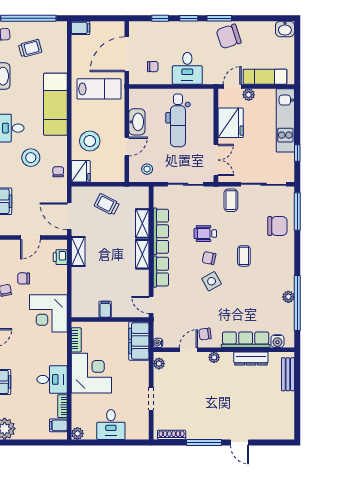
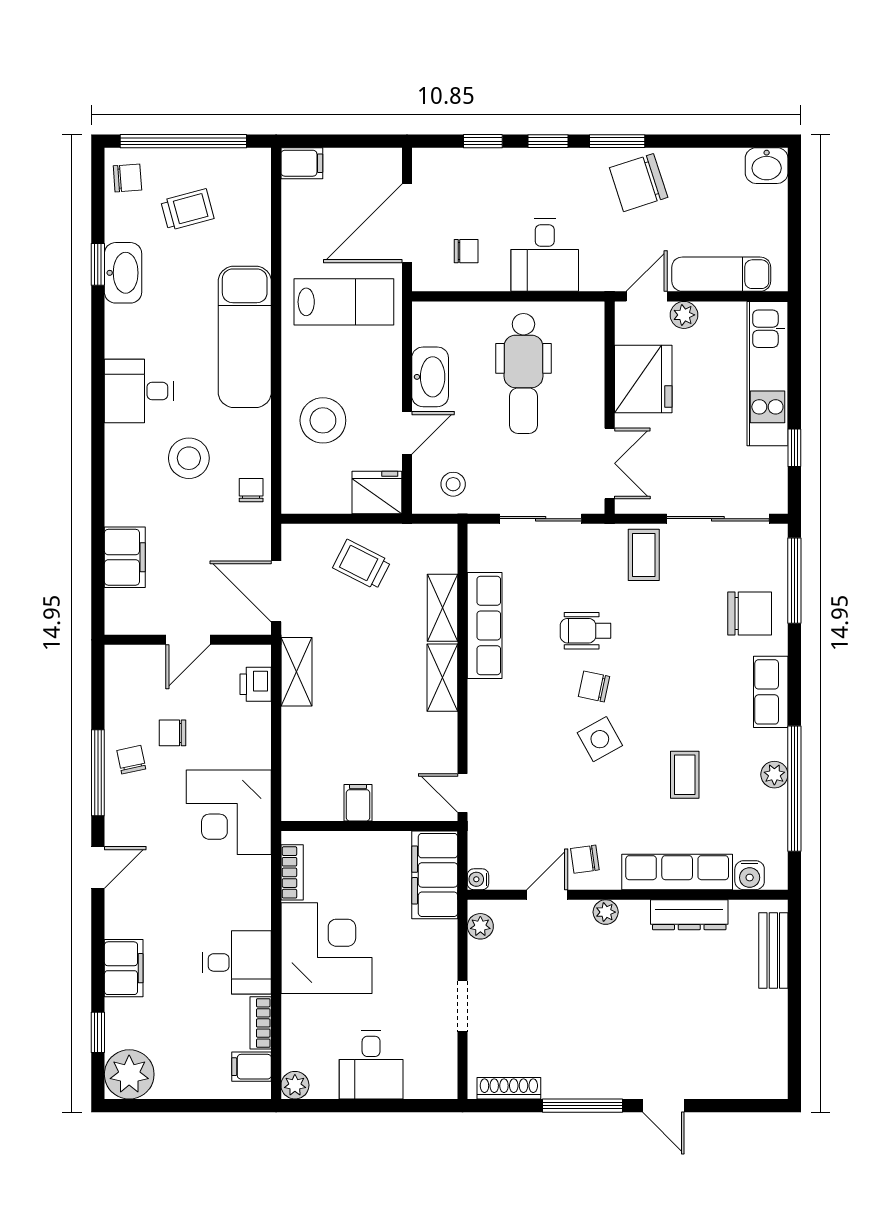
fridge: (81, 171) -> (377, 493), moved, turned -90
coffee table: (244, 256) -> (685, 775), moved
row of seats: (161, 272) -> (771, 692), moved, turned 180

